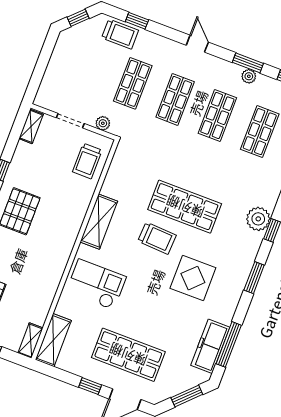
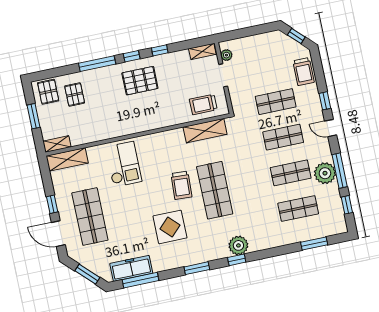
window: (137, 21) -> (325, 101), moved
door: (197, 44) -> (331, 128), swing flipped
window: (248, 63) -> (340, 171), width x1.44
plant: (249, 76) -> (325, 173), width x1.87, depth x1.87
plant: (103, 123) -> (226, 55), moved
shelving: (99, 222) -> (205, 131), moved

